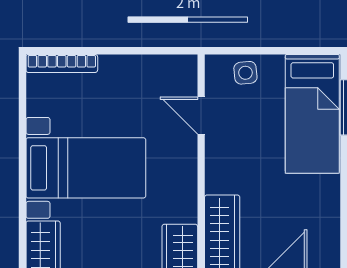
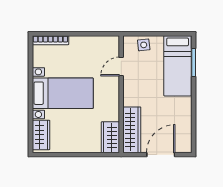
door: (201, 115) -> (121, 67), hinge flipped

